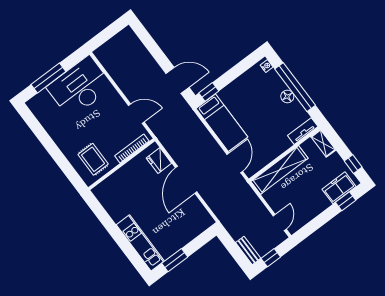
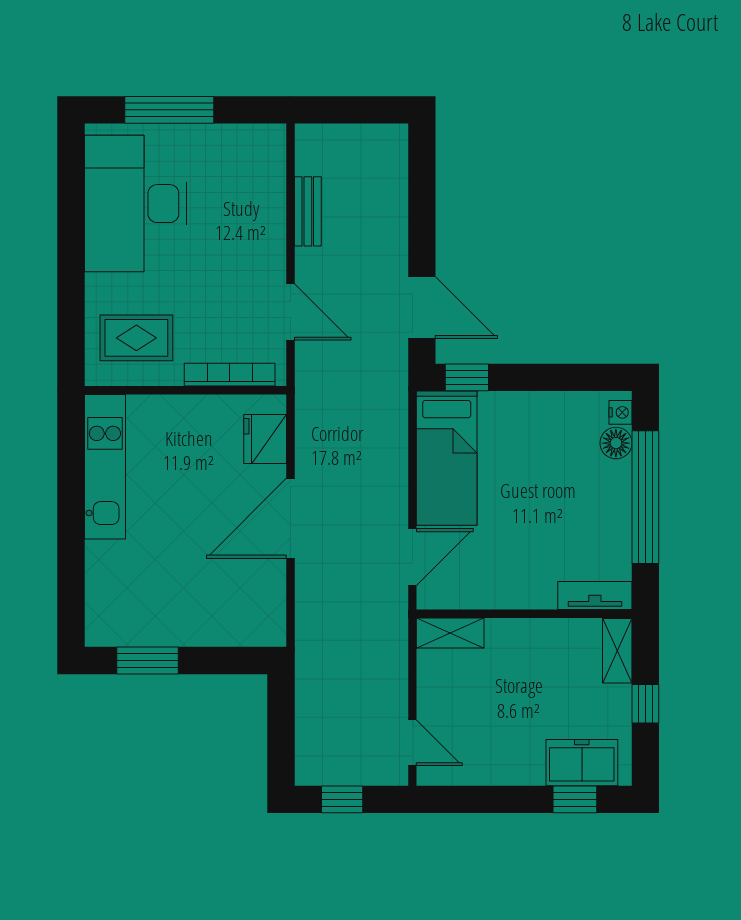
desk: (80, 87) -> (136, 204), moved, turned -90
floor lamp: (287, 96) -> (616, 443), moved
rug: (93, 159) -> (136, 338), turned 90
window: (353, 164) -> (645, 704), moved
shelving: (280, 170) -> (450, 633), width x0.45, depth x0.75
door: (280, 222) -> (412, 743), hinge flipped
kitchen unit: (140, 243) -> (105, 467), moved
bench: (248, 250) -> (308, 211), moved

